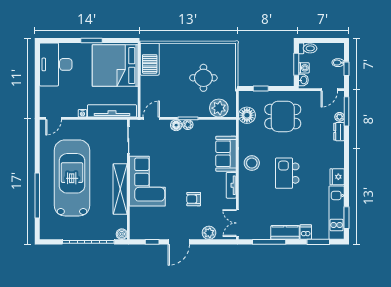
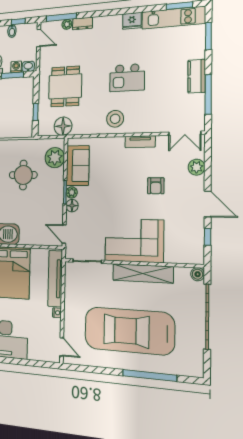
sofa: (226, 154) -> (78, 166), moved, turned -90
dishwasher: (306, 232) -> (196, 52), removed

